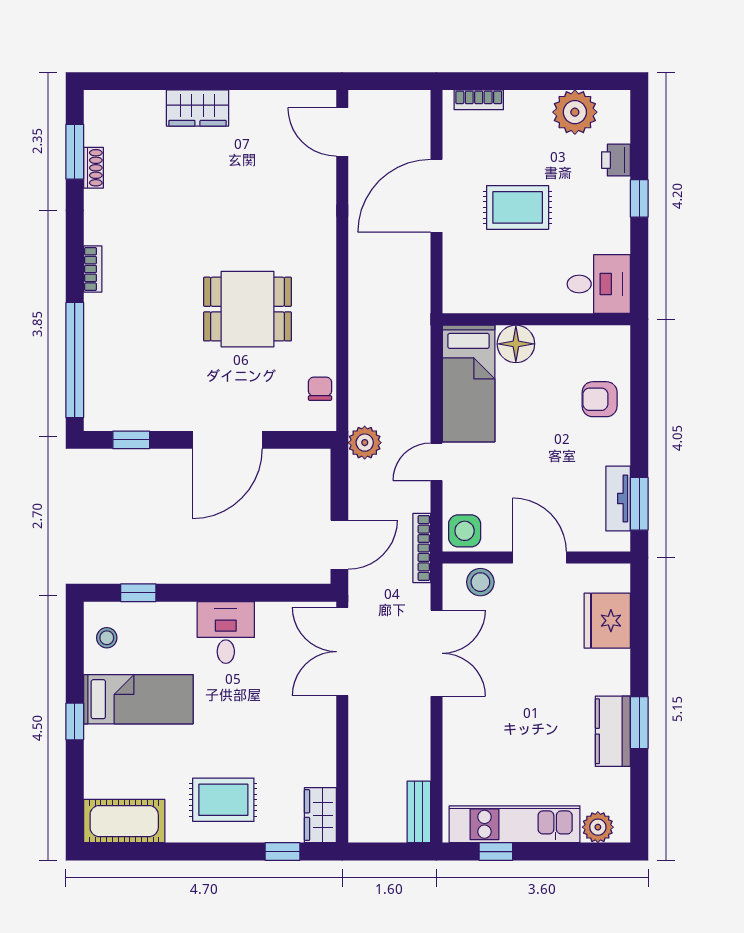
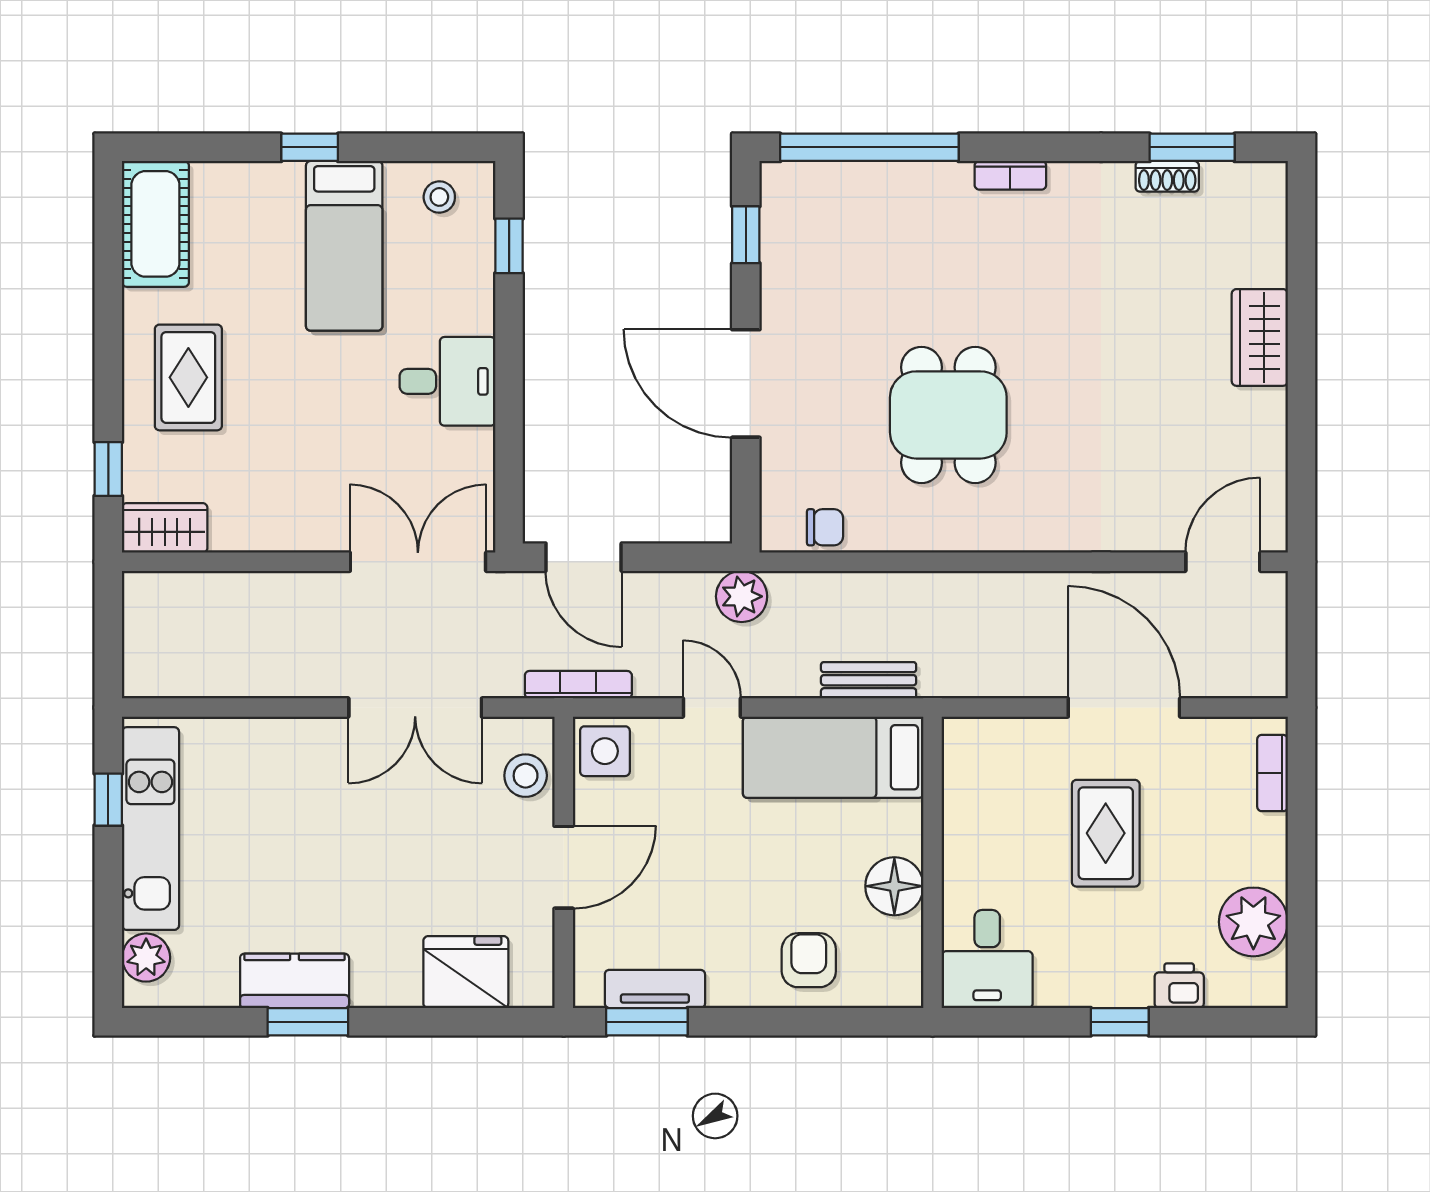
floor lamp: (516, 344) -> (894, 886), moved
bench: (419, 812) -> (869, 680), moved

